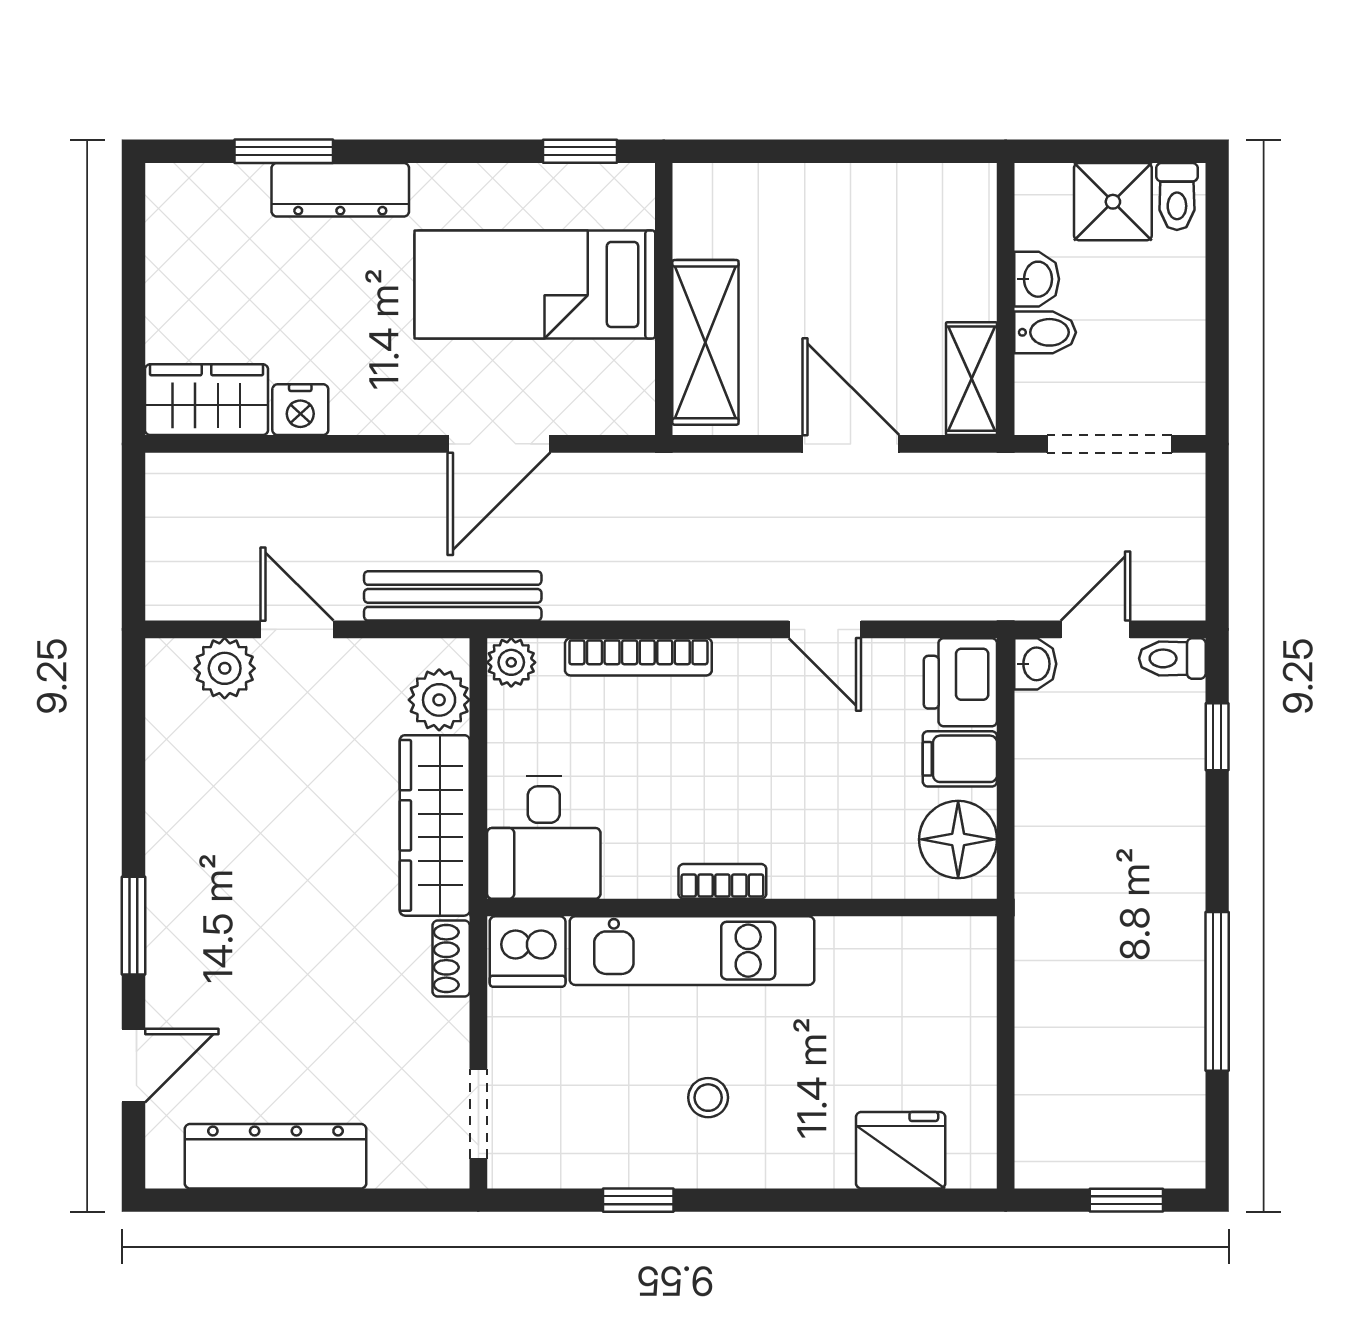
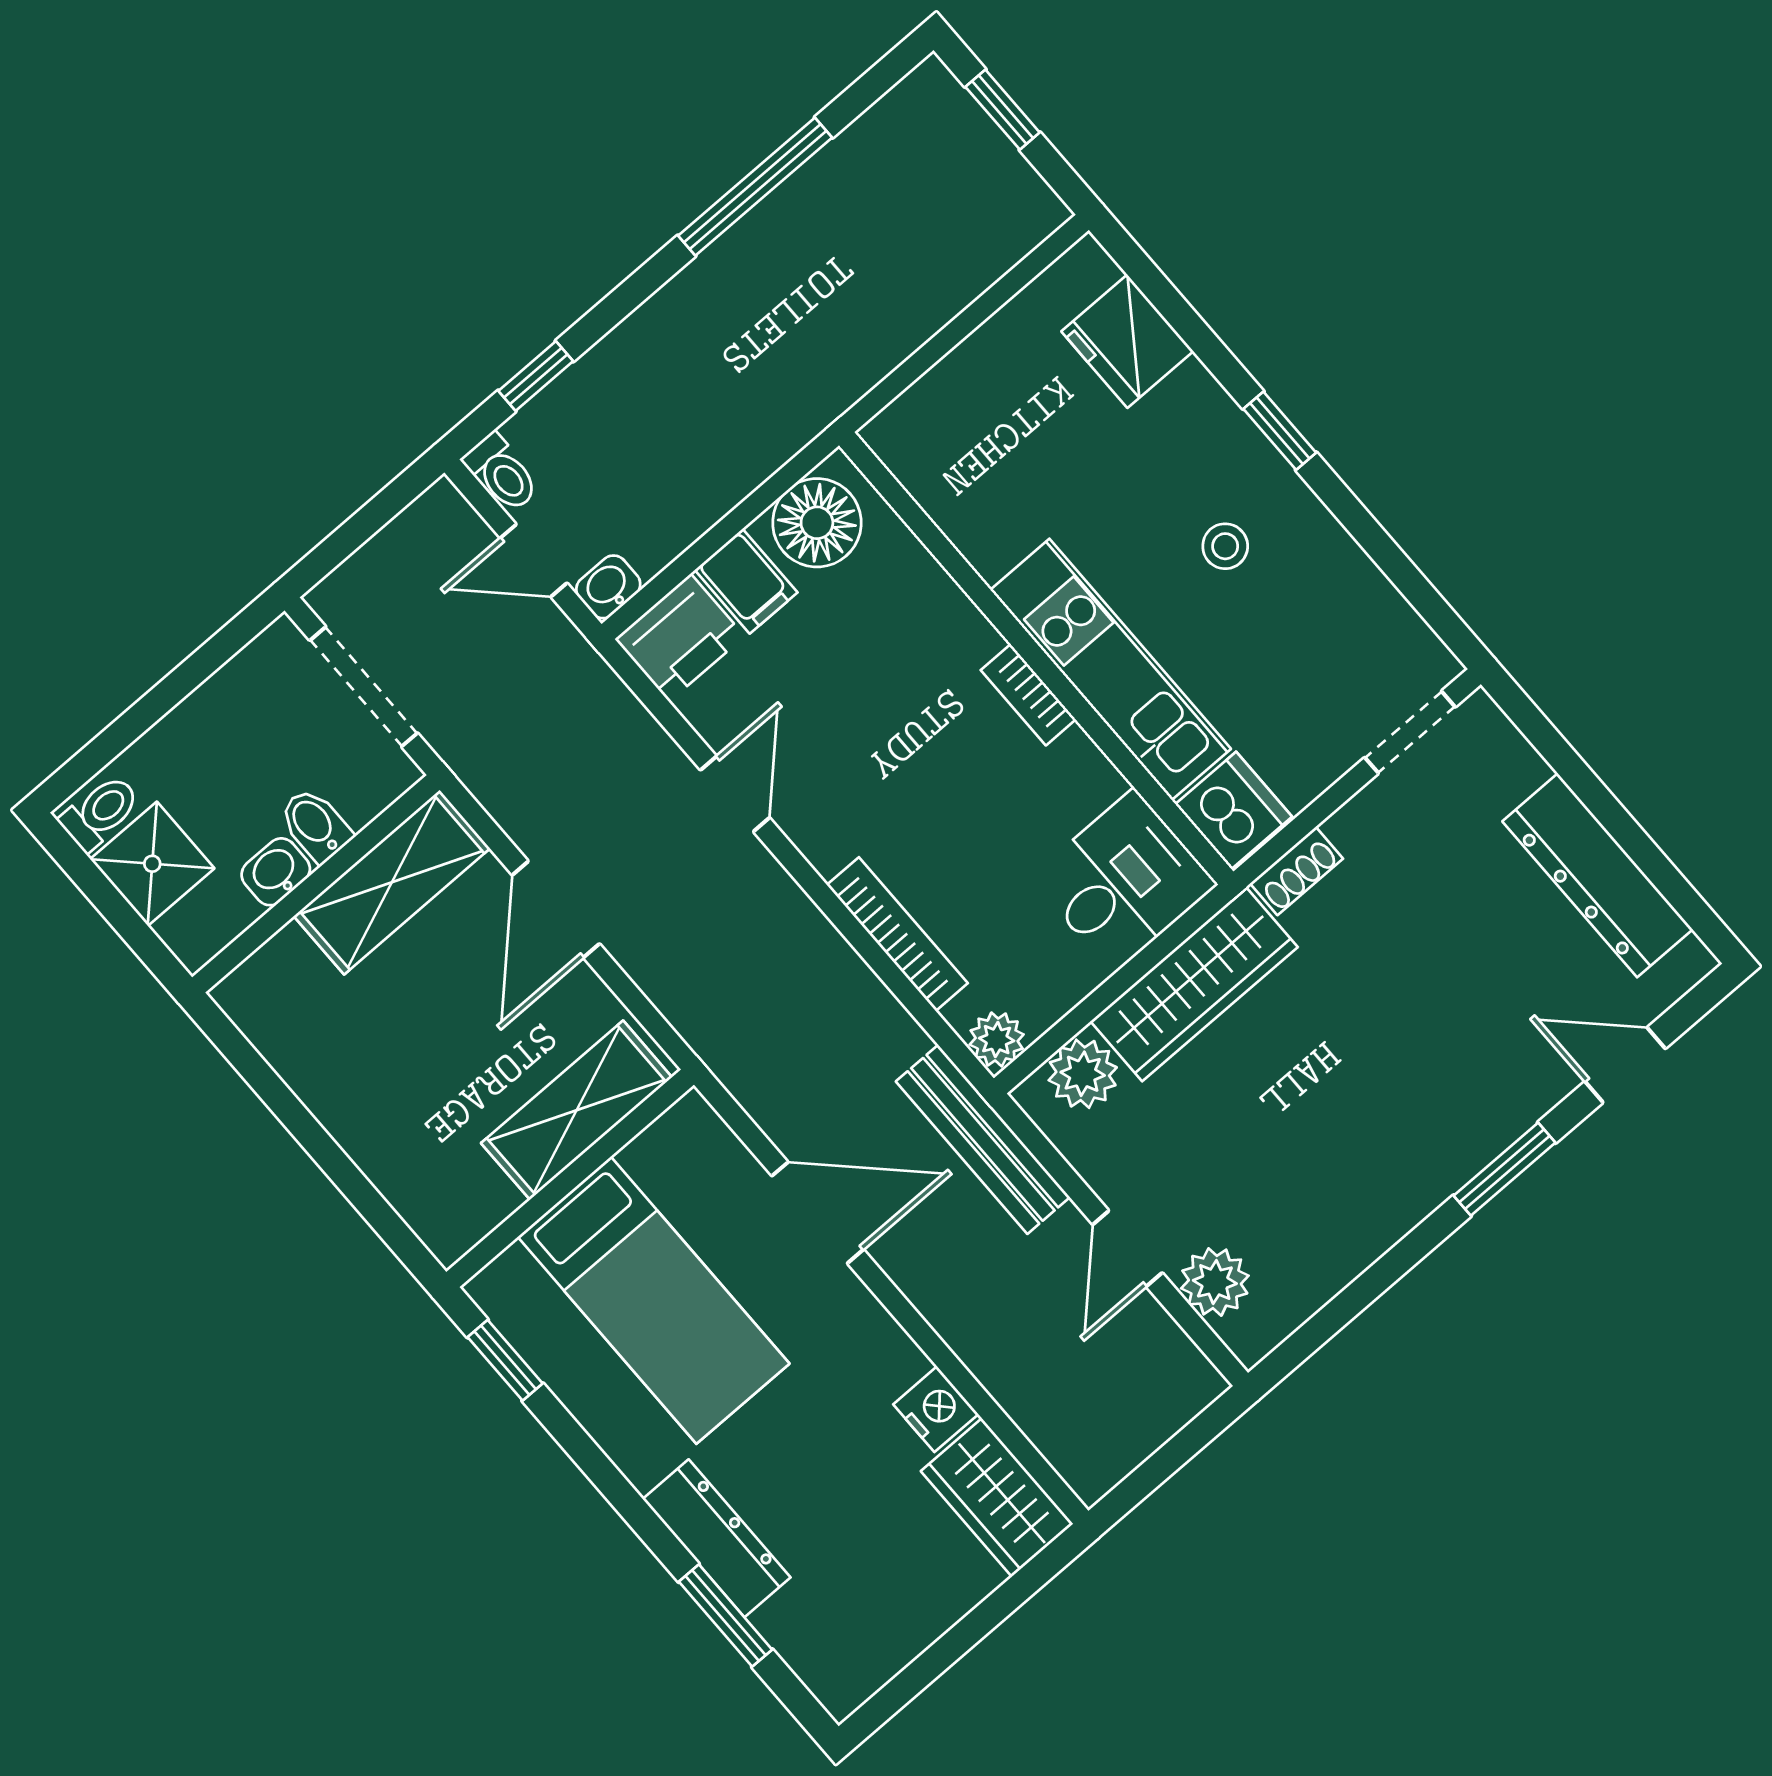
shelving: (972, 379) -> (392, 882), width x1.50, depth x1.33
window: (638, 1200) -> (1280, 431), moved

